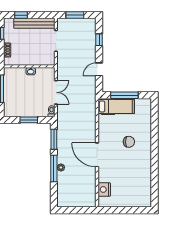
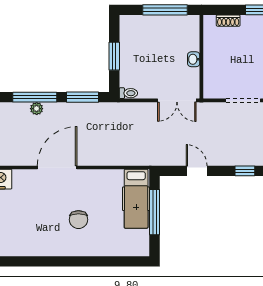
double door: (56, 92) -> (177, 100), moved

